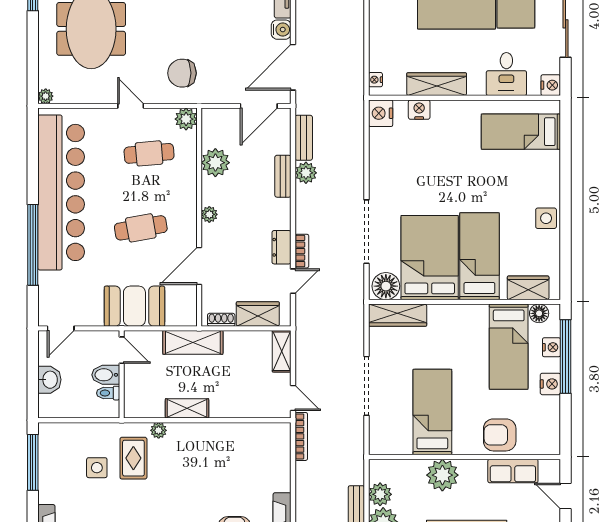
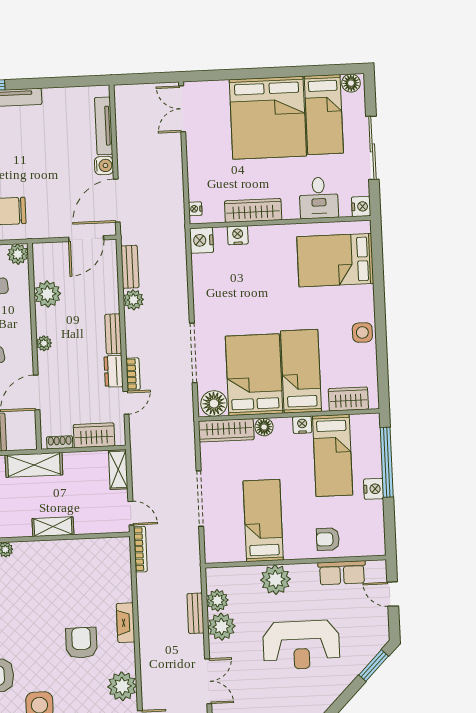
bed: (521, 132) -> (335, 260), width x1.50
bench: (283, 176) -> (113, 334), moved
floor lamp: (539, 313) -> (264, 427), moved
nightstand: (551, 347) -> (302, 425), moved, turned -90
shelving: (187, 408) -> (53, 527), moved
armchair: (500, 435) -> (328, 539), width x0.72, depth x0.72

